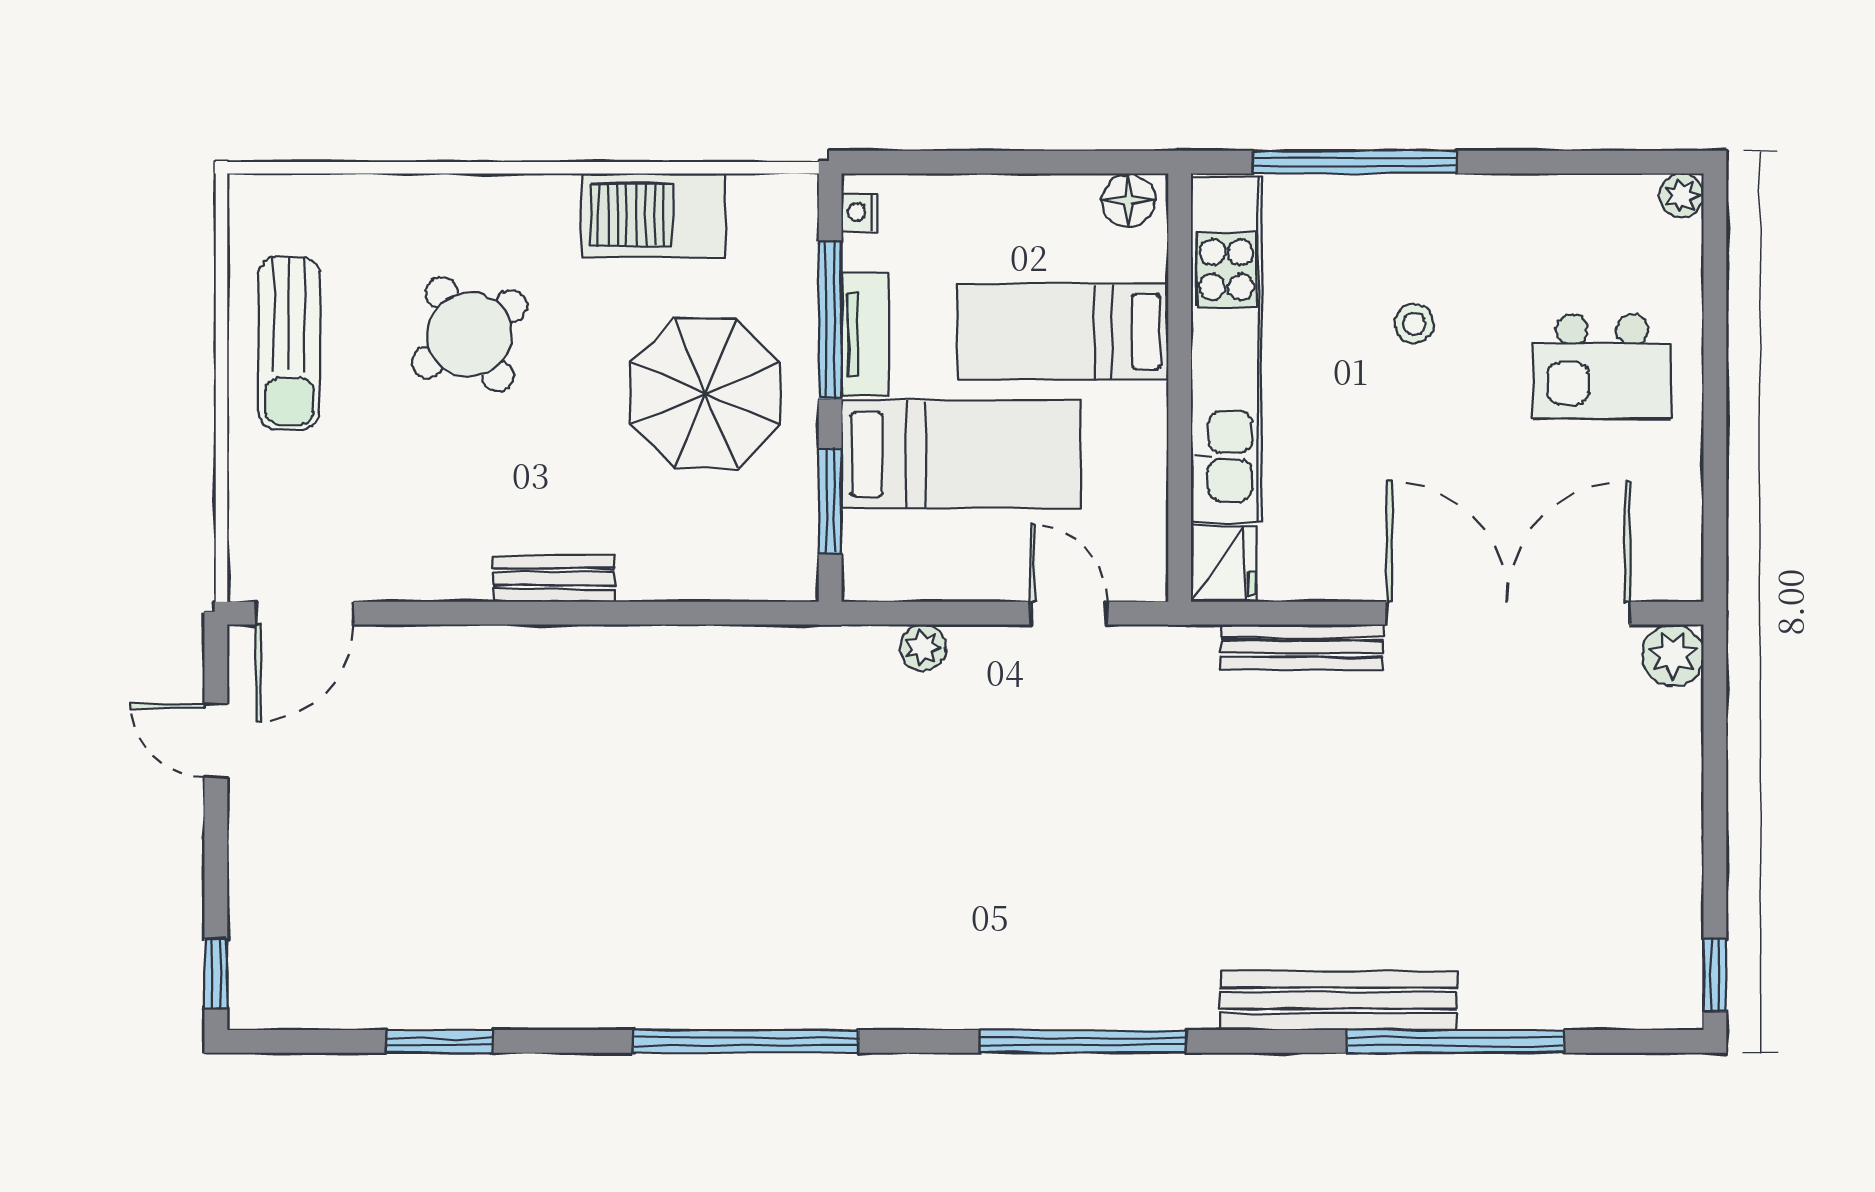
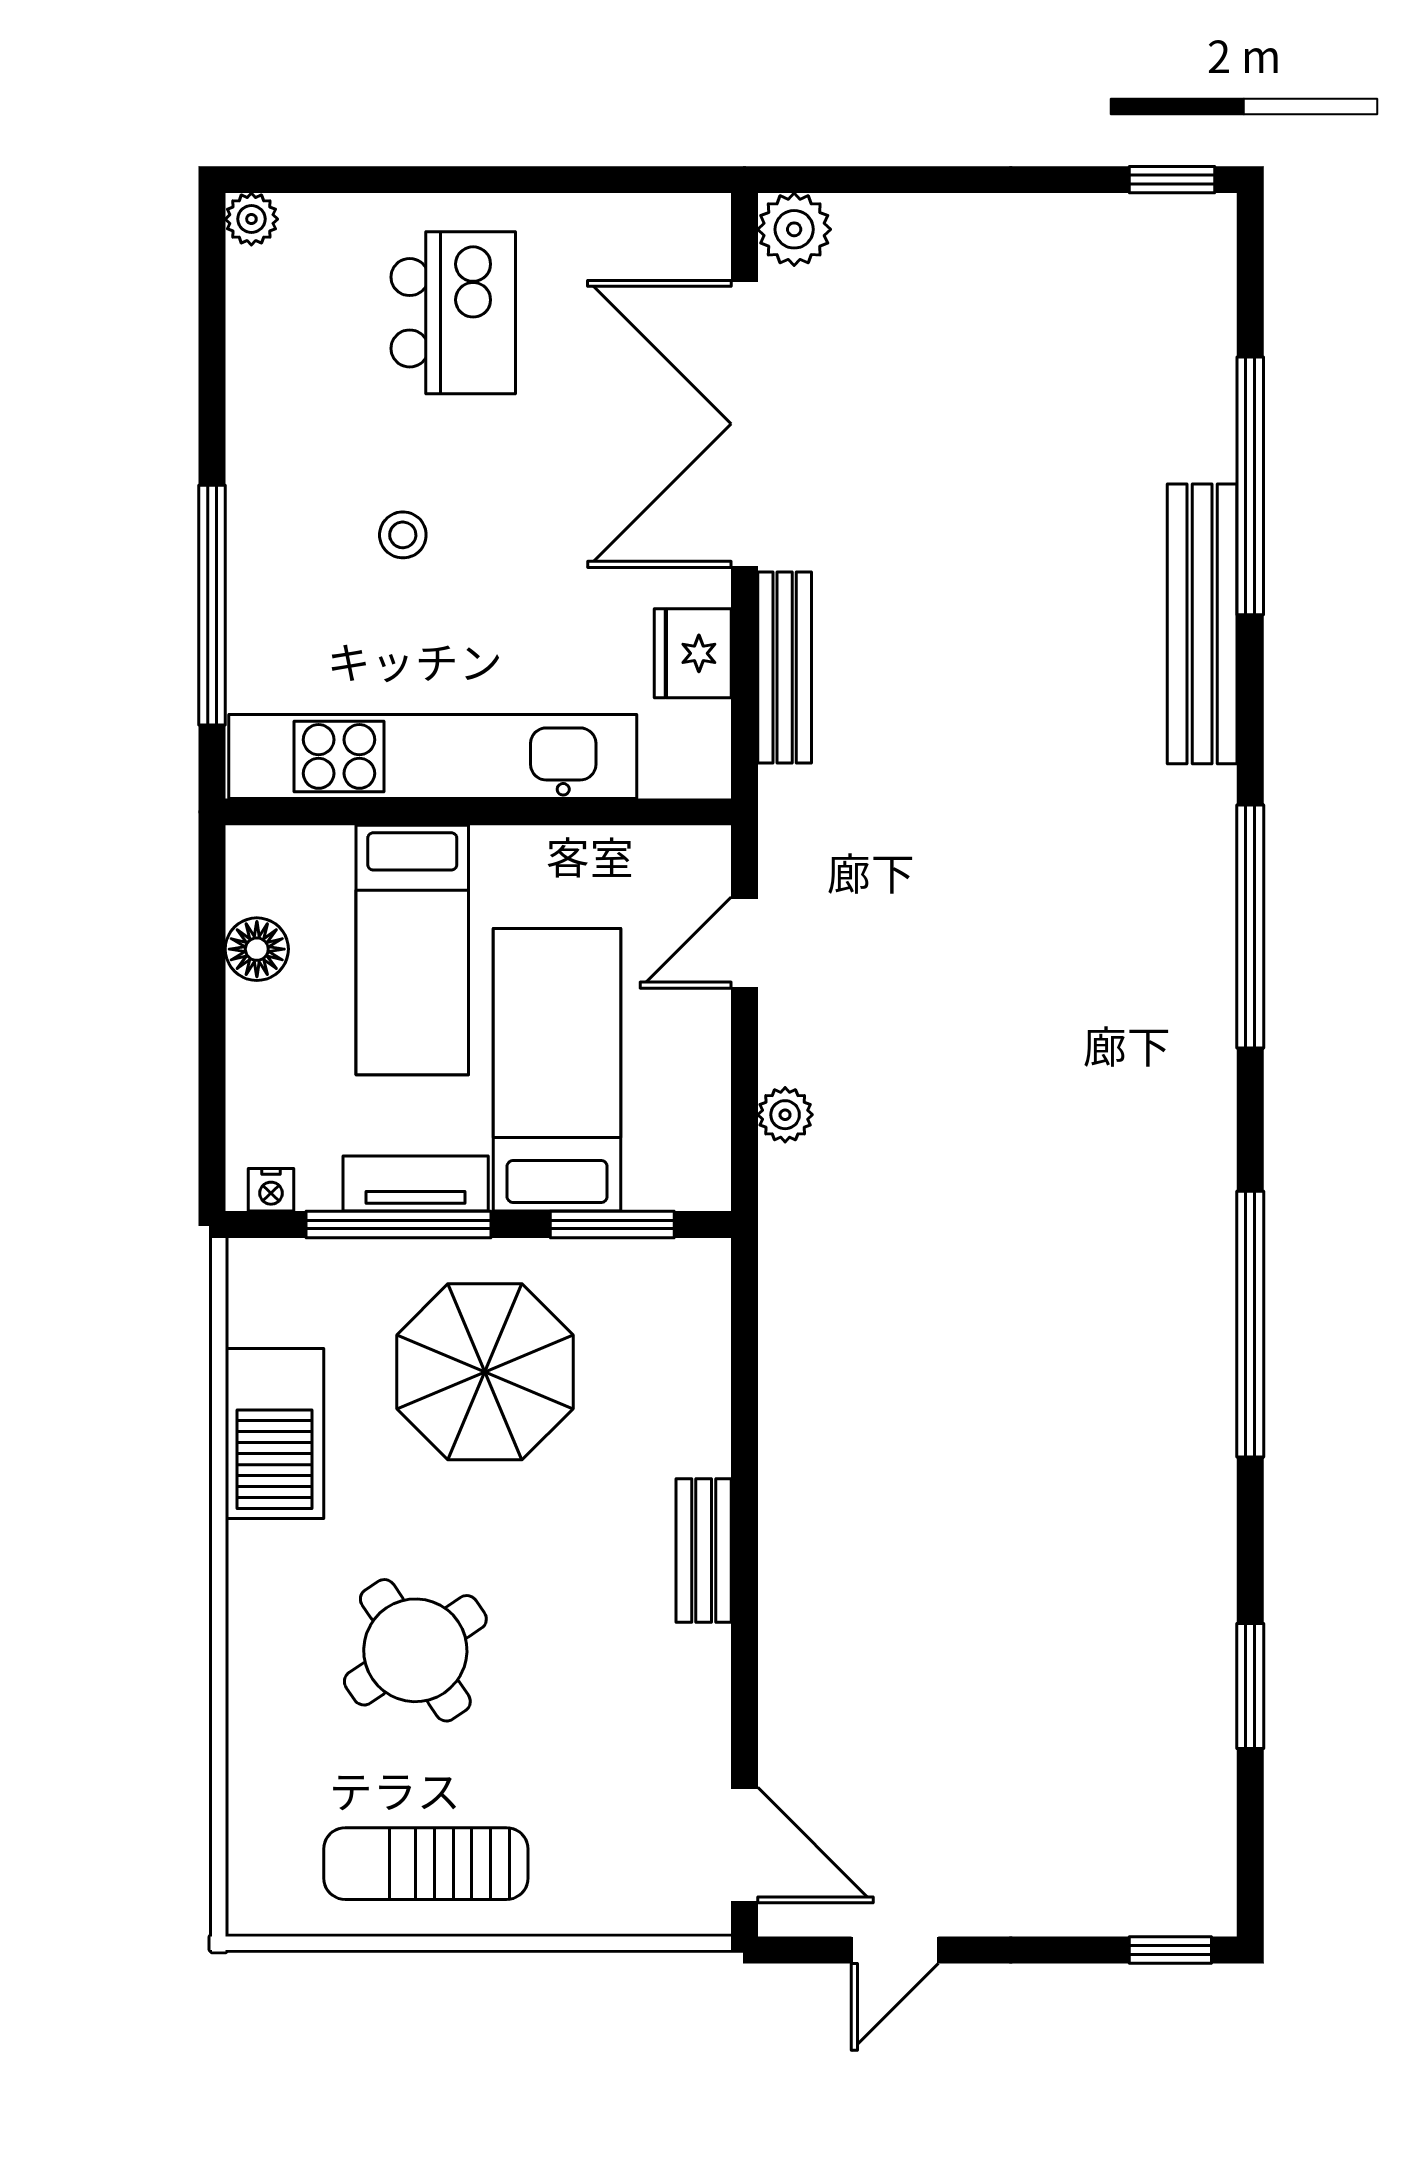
floor lamp: (1128, 200) -> (257, 949), moved
sun lounger: (289, 343) -> (426, 1864), turned 180
fridge: (1223, 564) -> (693, 653), moved, turned -90

